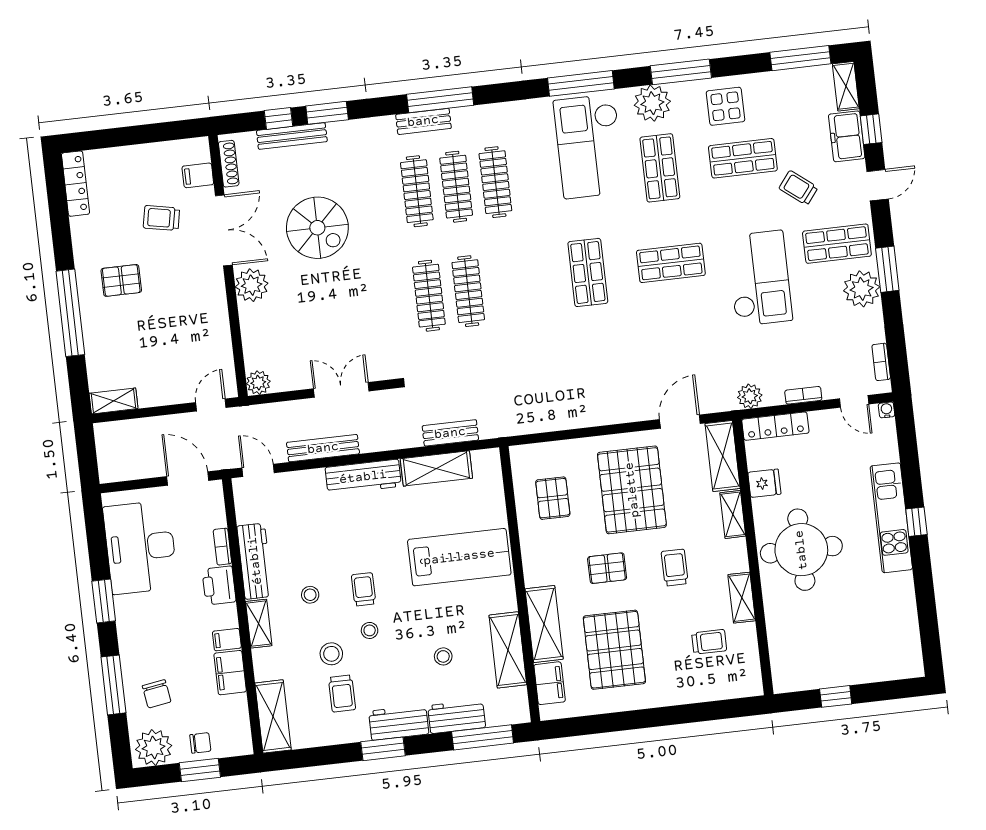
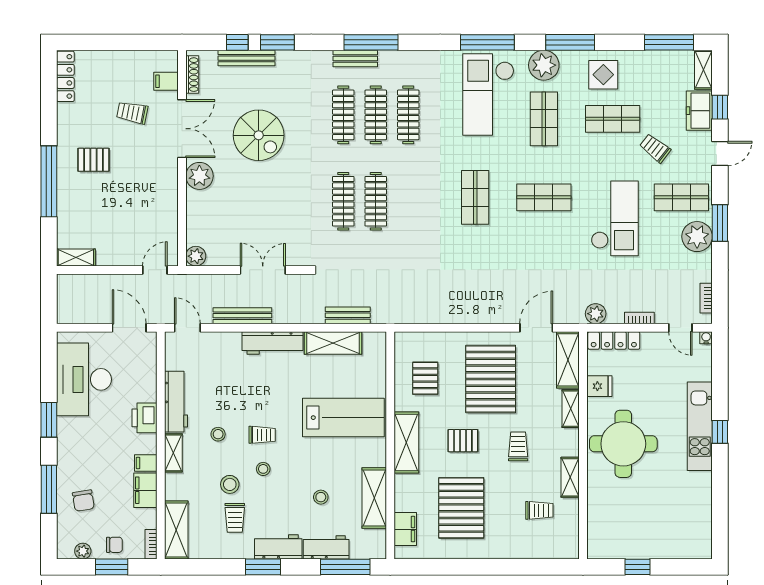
bookcase: (222, 547) -> (151, 544), moved
trolley: (364, 589) -> (262, 435), turned 90
shelving: (544, 624) -> (406, 442), moved
plant: (154, 747) -> (83, 551), width x0.53, depth x0.53

